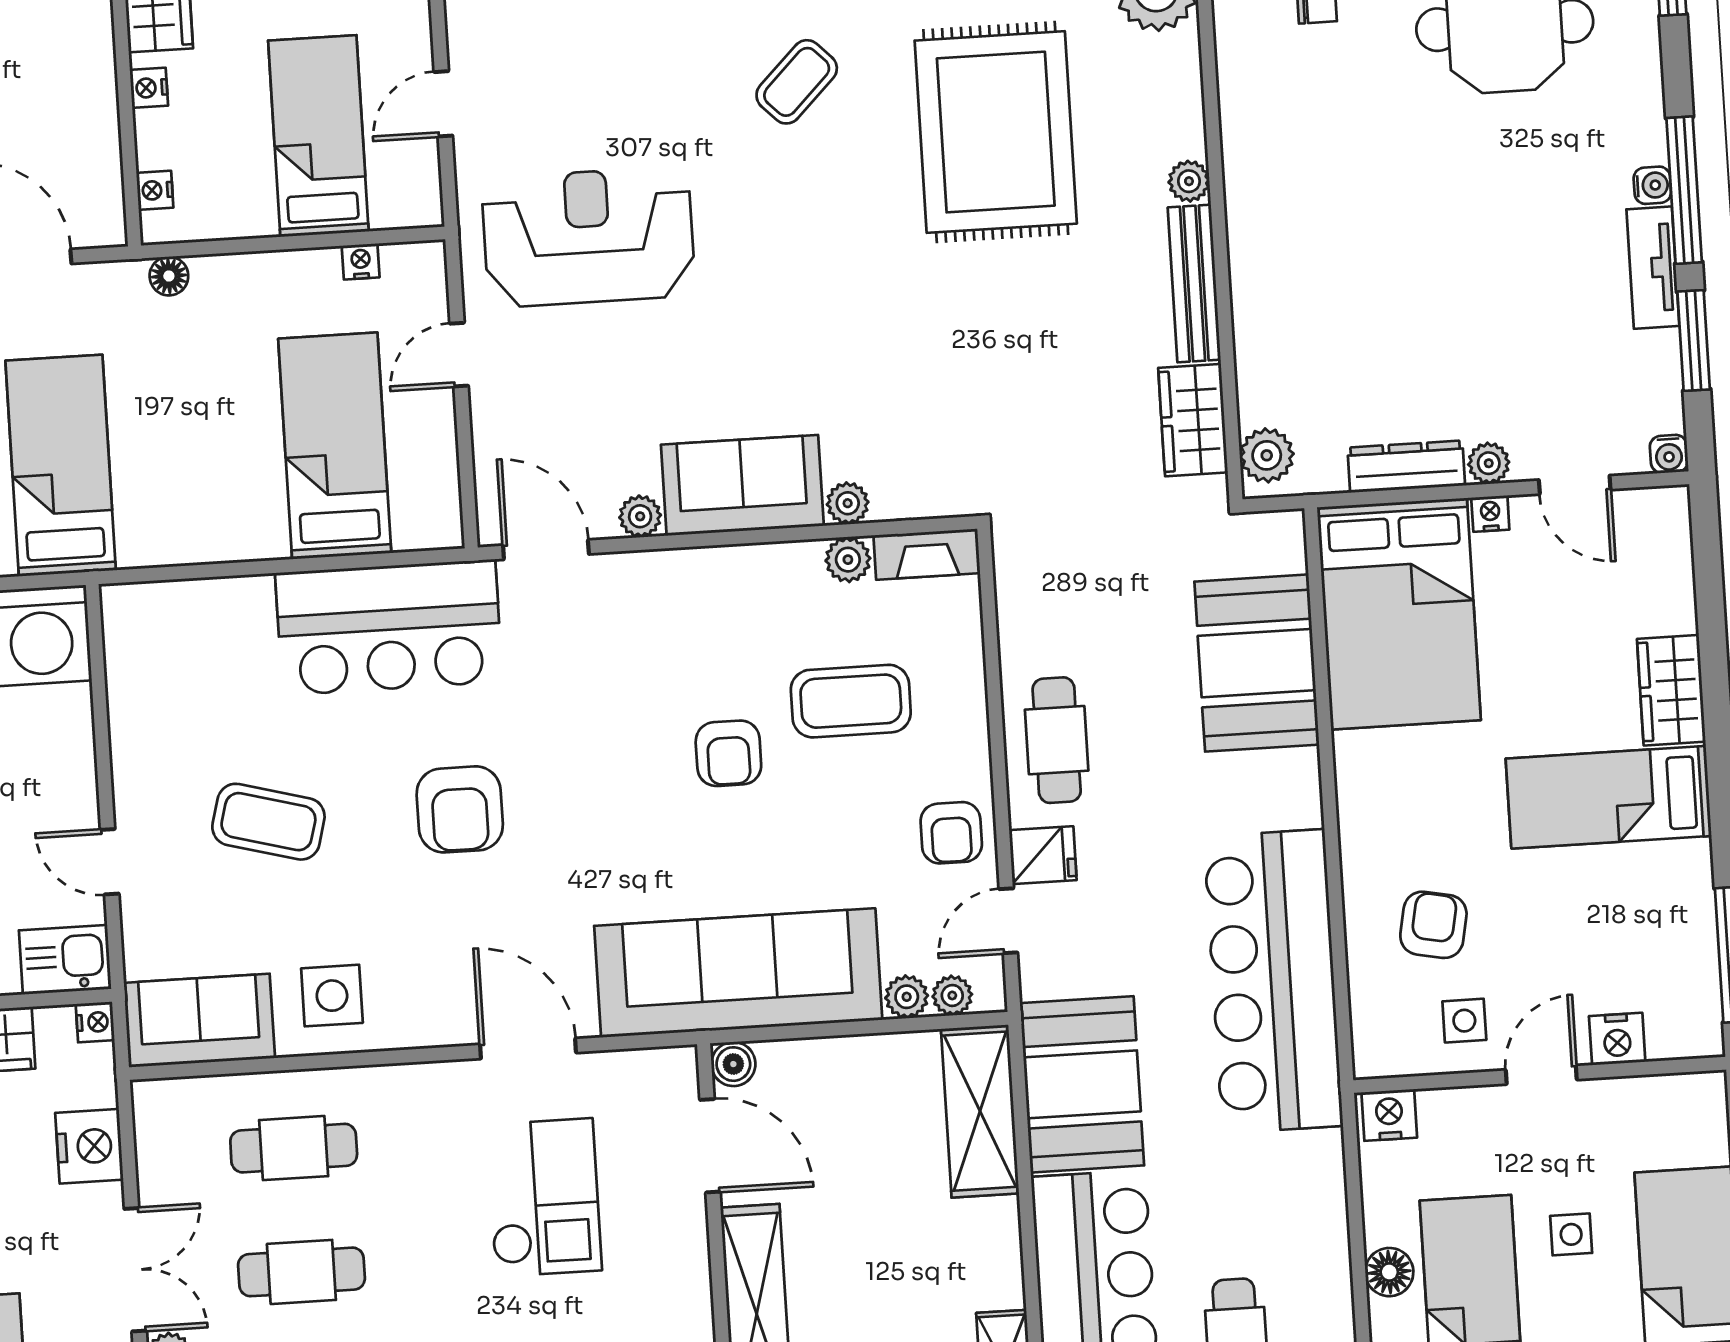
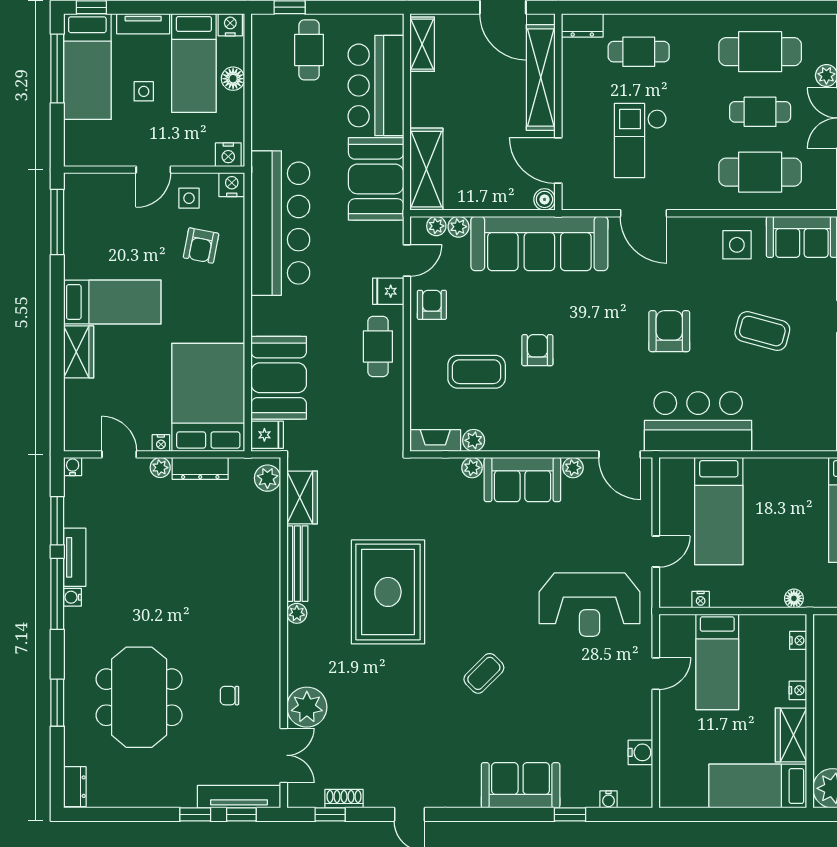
rug: (996, 132) -> (388, 592), moved
fridge: (1273, 544) -> (267, 435), added
nightstand: (1617, 1039) -> (232, 185), moved
cafe table: (294, 1148) -> (760, 172), width x1.37, depth x1.35

